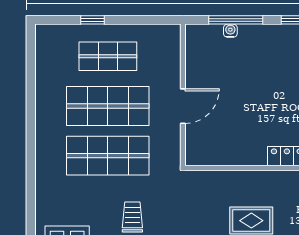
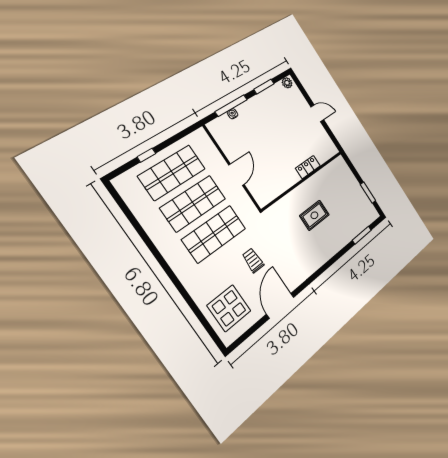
shop shelf: (108, 56) -> (172, 172), width x1.43, depth x1.36

